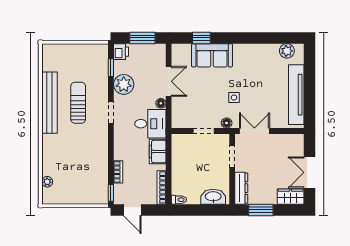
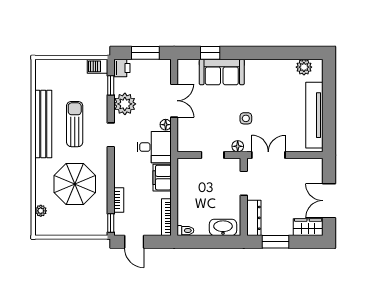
barbecue: (99, 50) -> (97, 66), added
parasol: (78, 157) -> (75, 184), added

